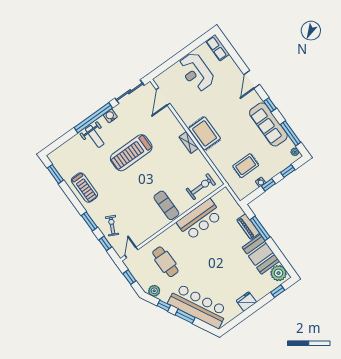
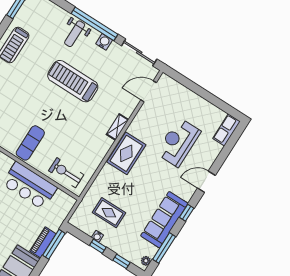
reception desk: (196, 72) -> (178, 142), moved
shelving: (189, 142) -> (117, 127), moved
exercise bike: (201, 187) -> (66, 173), turned 180
window: (260, 228) -> (54, 244), moved

